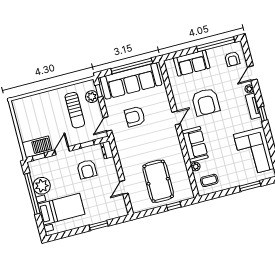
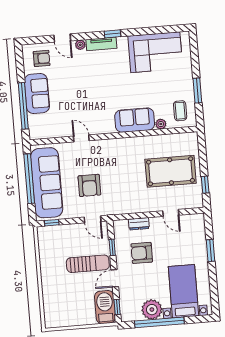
window: (216, 44) -> (23, 106), moved
sofa: (192, 63) -> (37, 93), moved
plant: (92, 97) -> (57, 232), removed
armchair: (206, 102) -> (87, 99), removed
sun lounger: (75, 110) -> (88, 264), moved
door: (176, 118) -> (81, 138), moved
dresser: (107, 150) -> (139, 224), moved
door: (62, 151) -> (115, 278), hinge flipped
armchair: (87, 169) -> (142, 253), turned 180
window: (250, 186) -> (197, 90), moved
window: (174, 206) -> (205, 185), moved

